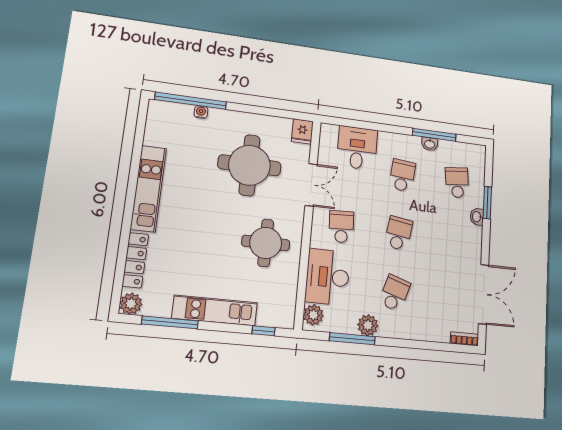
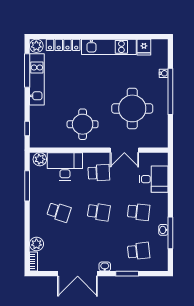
window: (191, 101) -> (170, 91), moved
fridge: (302, 131) -> (144, 47), moved, turned -90
washbasin: (477, 217) -> (105, 267), moved
double door: (484, 294) -> (78, 274), moved
kitchen unit: (215, 310) -> (37, 79), moved
plant: (368, 325) -> (36, 244), moved

